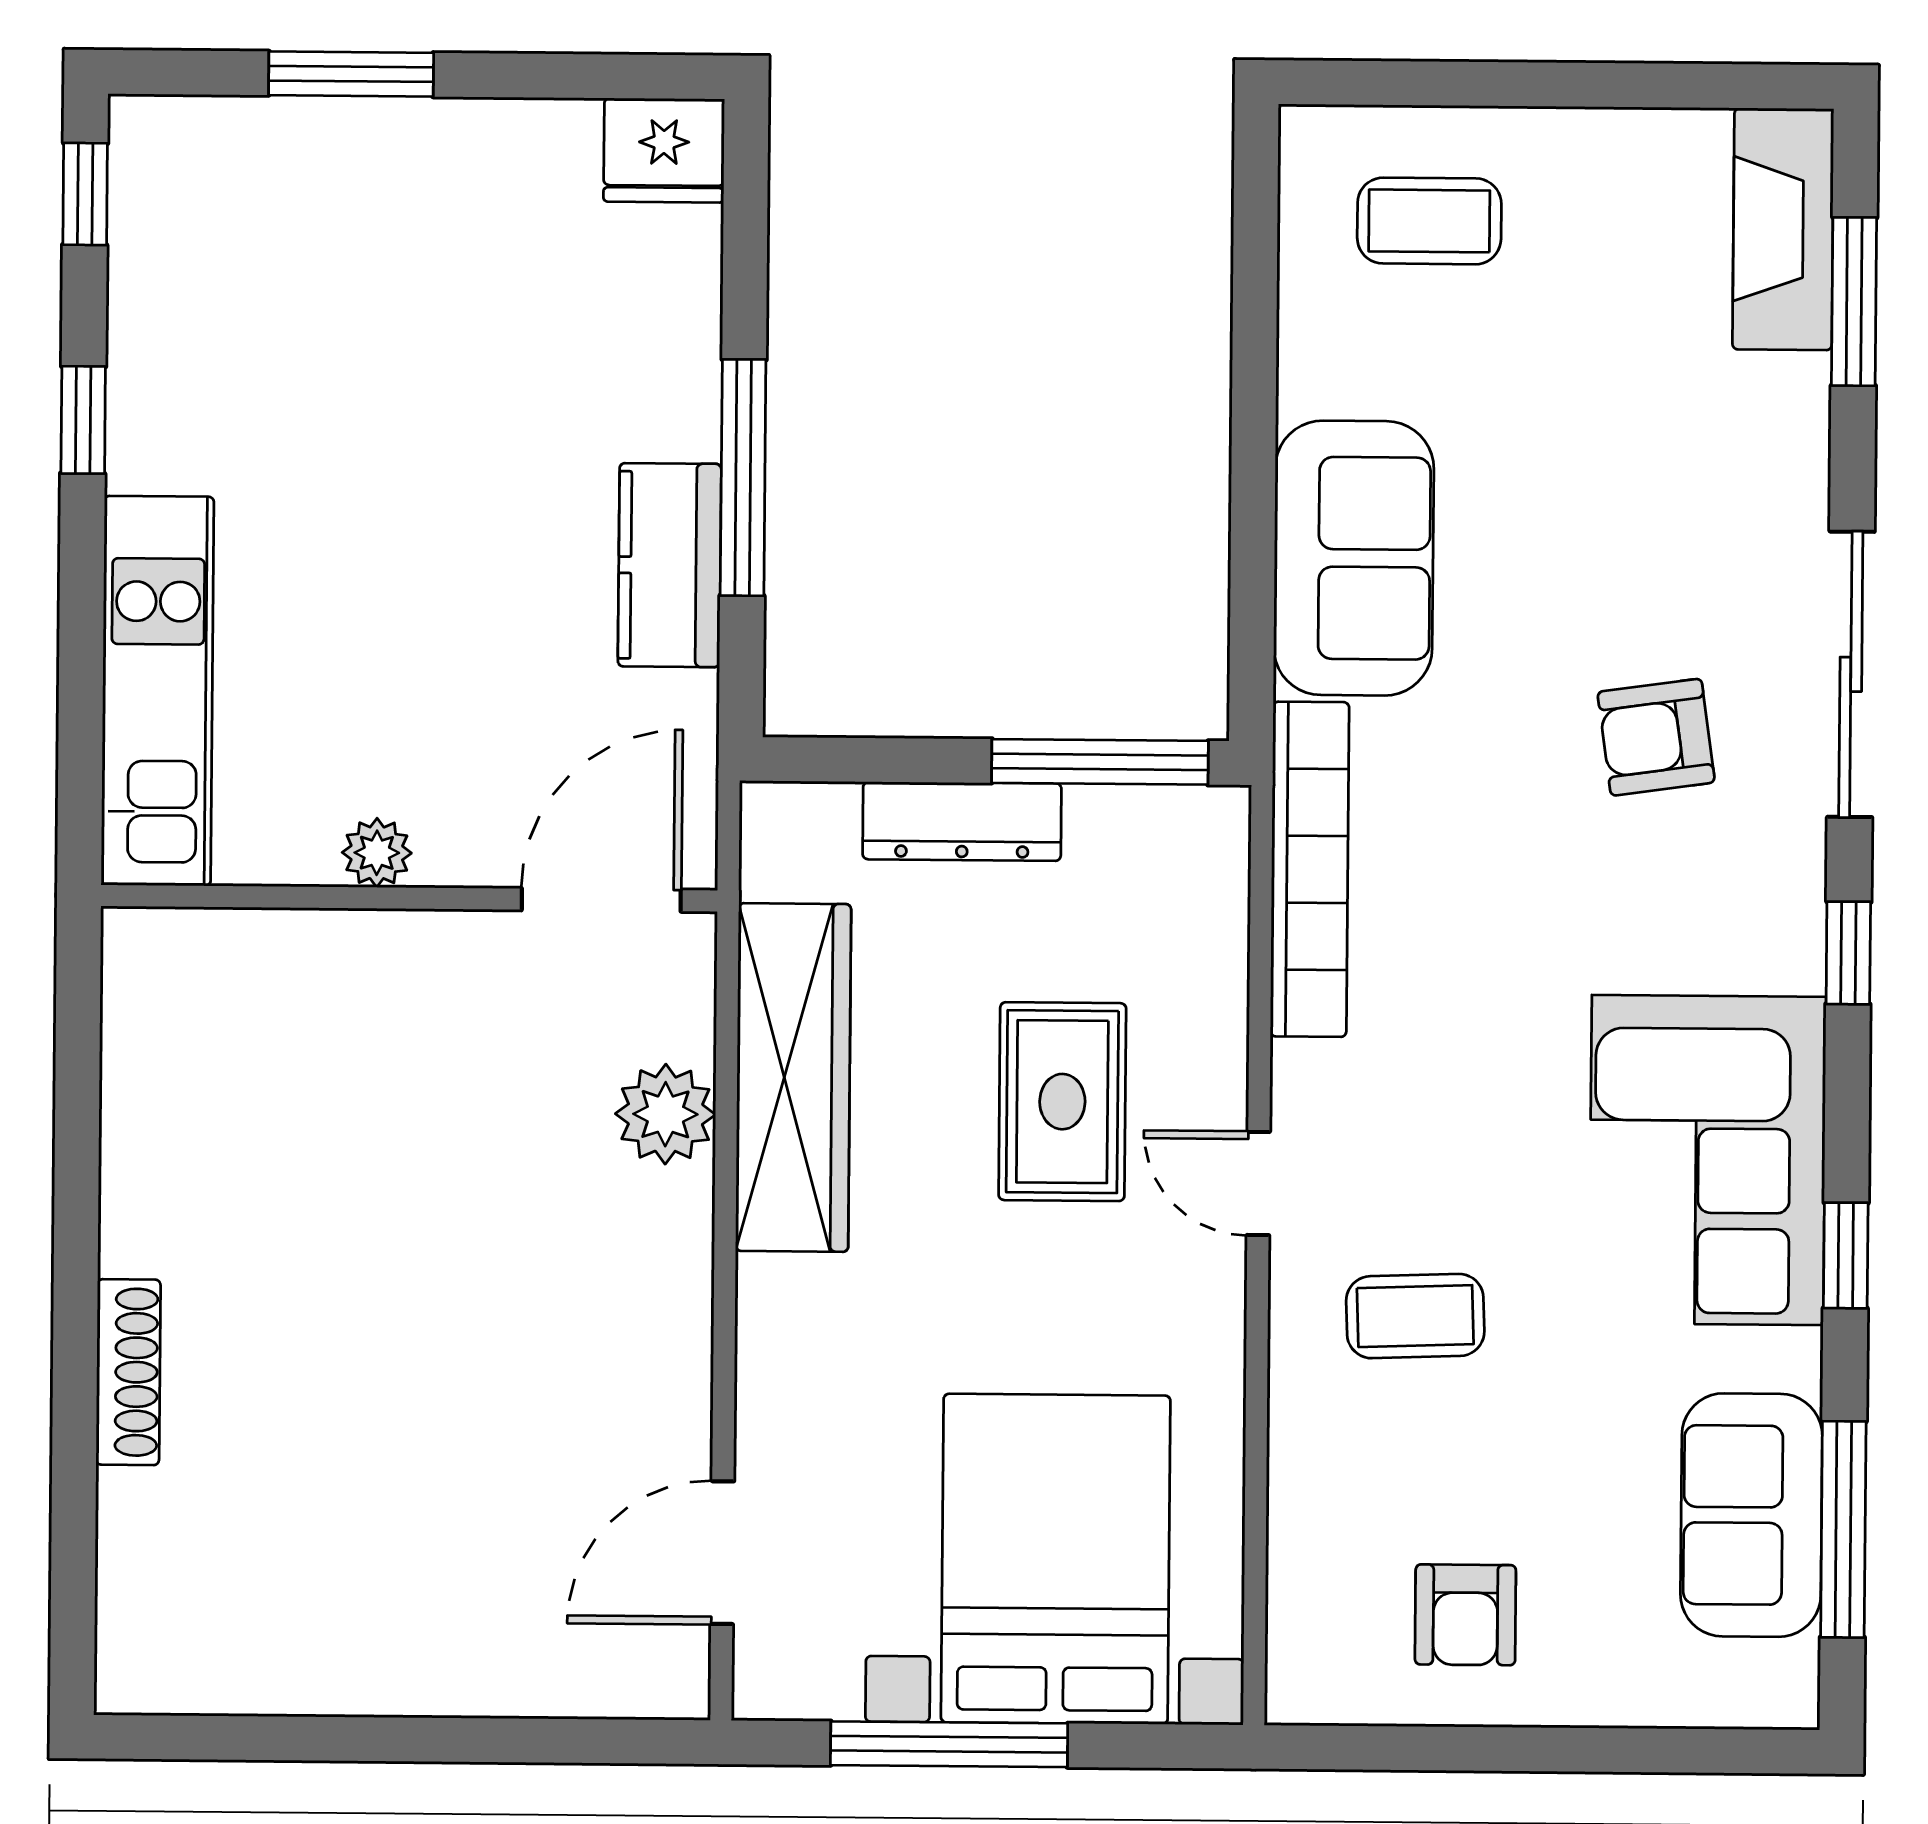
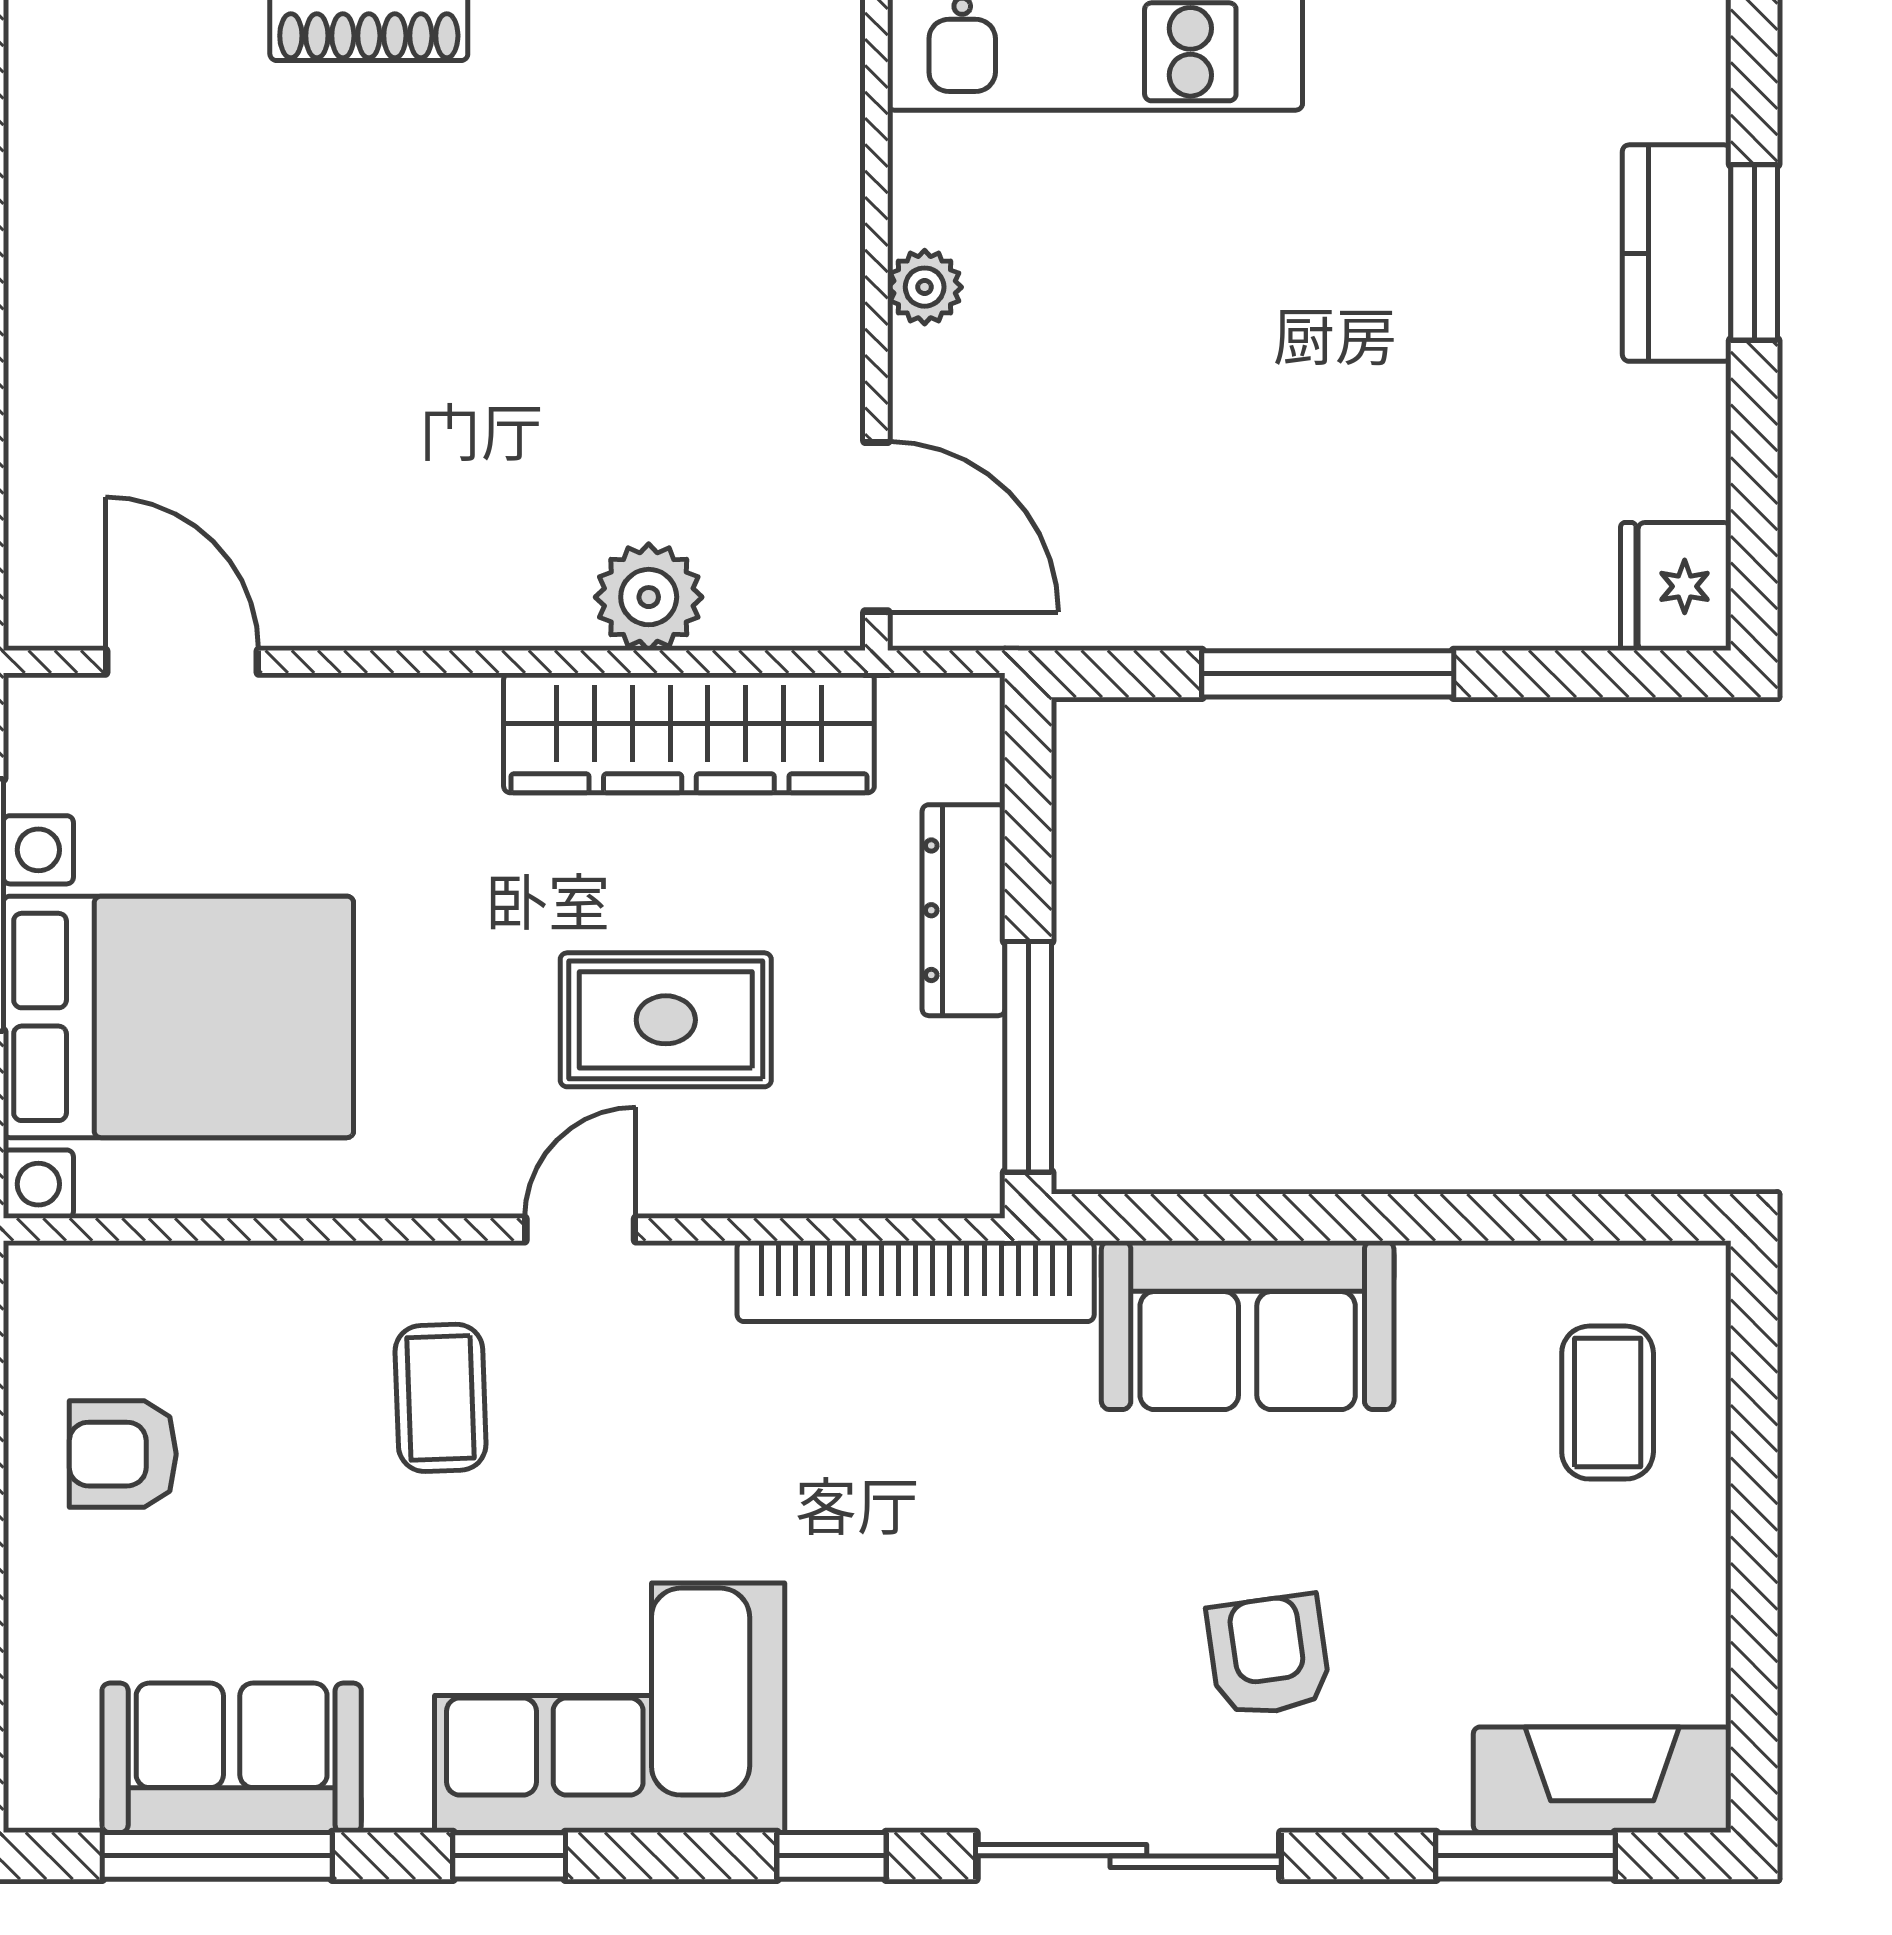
kitchen counter: (670, 565) -> (1677, 253), moved, turned -90
armchair: (1656, 737) -> (1269, 1655), moved

